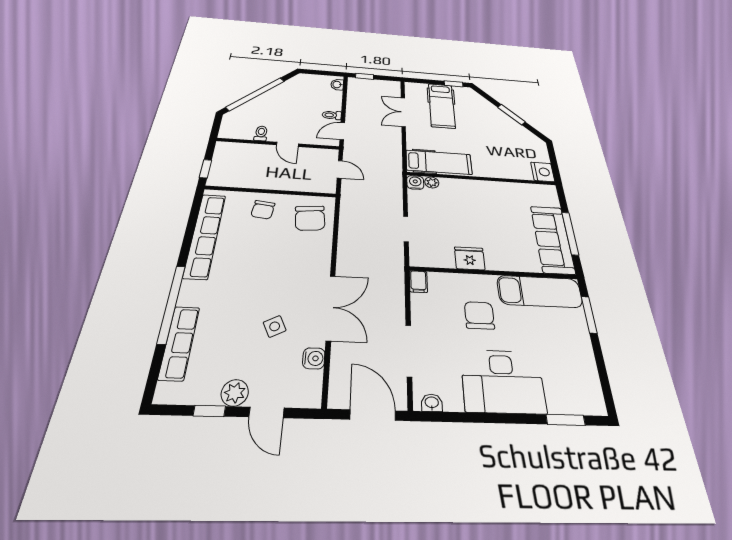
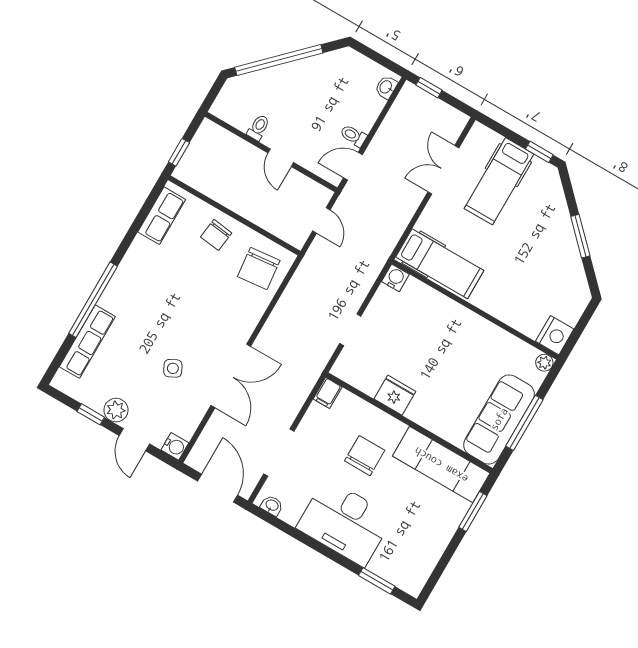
plant: (432, 182) -> (544, 363), moved
row of seats: (205, 235) -> (162, 216), width x0.50
water cooler: (314, 358) -> (175, 446), moved

